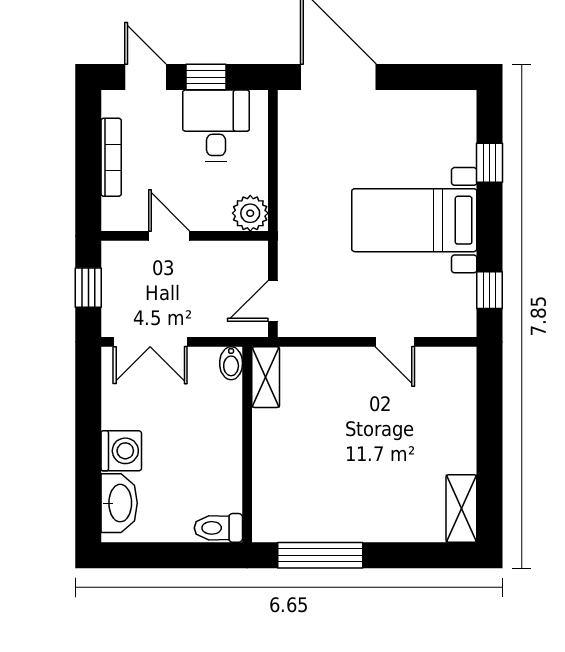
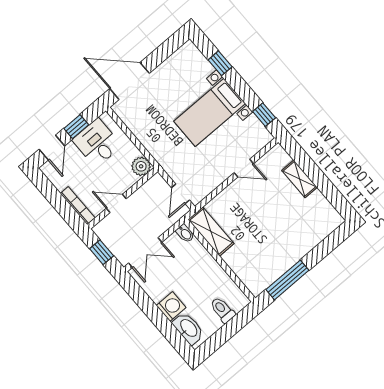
door: (145, 77) -> (52, 148), swing flipped
bookcase: (111, 157) -> (78, 206), moved
shelving: (266, 377) -> (211, 232), width x1.50, depth x1.33
shelving: (461, 508) -> (299, 179), moved
toilet: (218, 528) -> (222, 310), moved, turned 90

